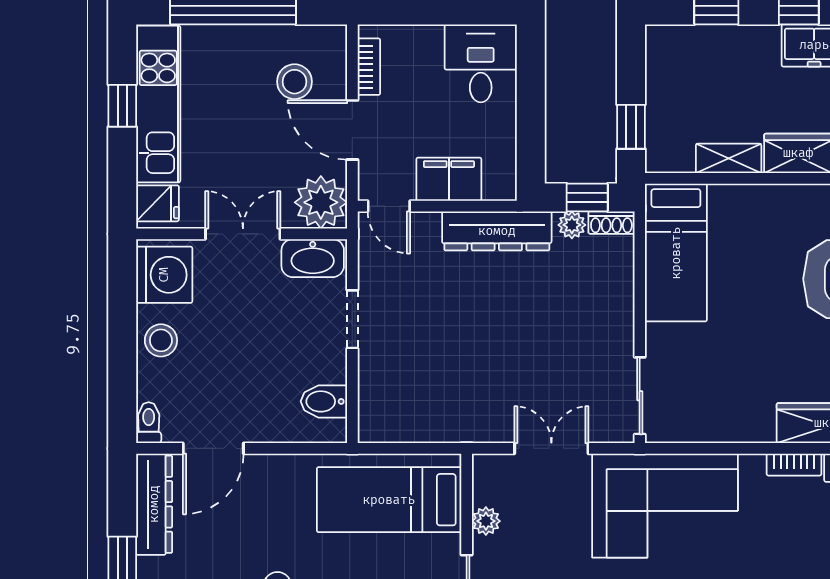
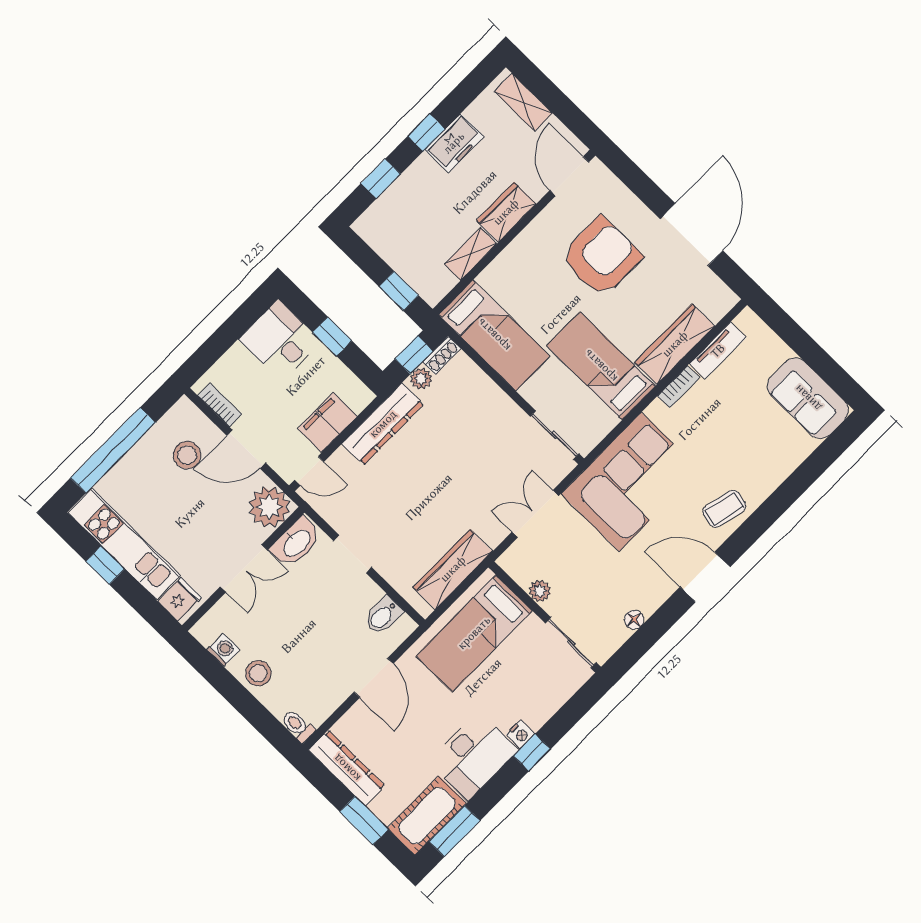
window: (531, 107) -> (332, 337), added
double door: (243, 234) -> (244, 568), swing flipped
washing machine: (164, 275) -> (223, 650), width x0.53, depth x0.53
bed: (744, 376) -> (601, 366), added
wardrobe: (428, 423) -> (453, 569), added
door: (213, 448) -> (374, 678), moved

